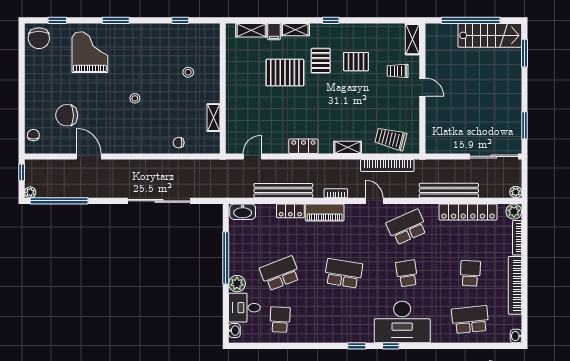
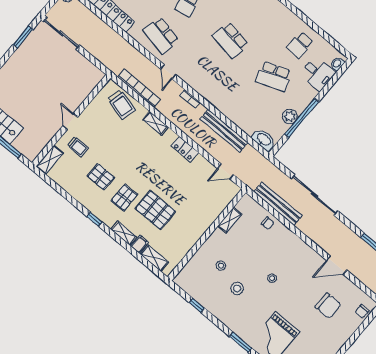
stool: (158, 64) -> (237, 288), added
door: (89, 156) -> (337, 265), hinge flipped
bench: (449, 191) -> (278, 204), moved
locker: (290, 211) -> (231, 113), removed
piano: (325, 212) -> (208, 92), removed
school desk: (407, 227) -> (161, 35), turned 36
plant: (237, 284) -> (290, 117), moved

